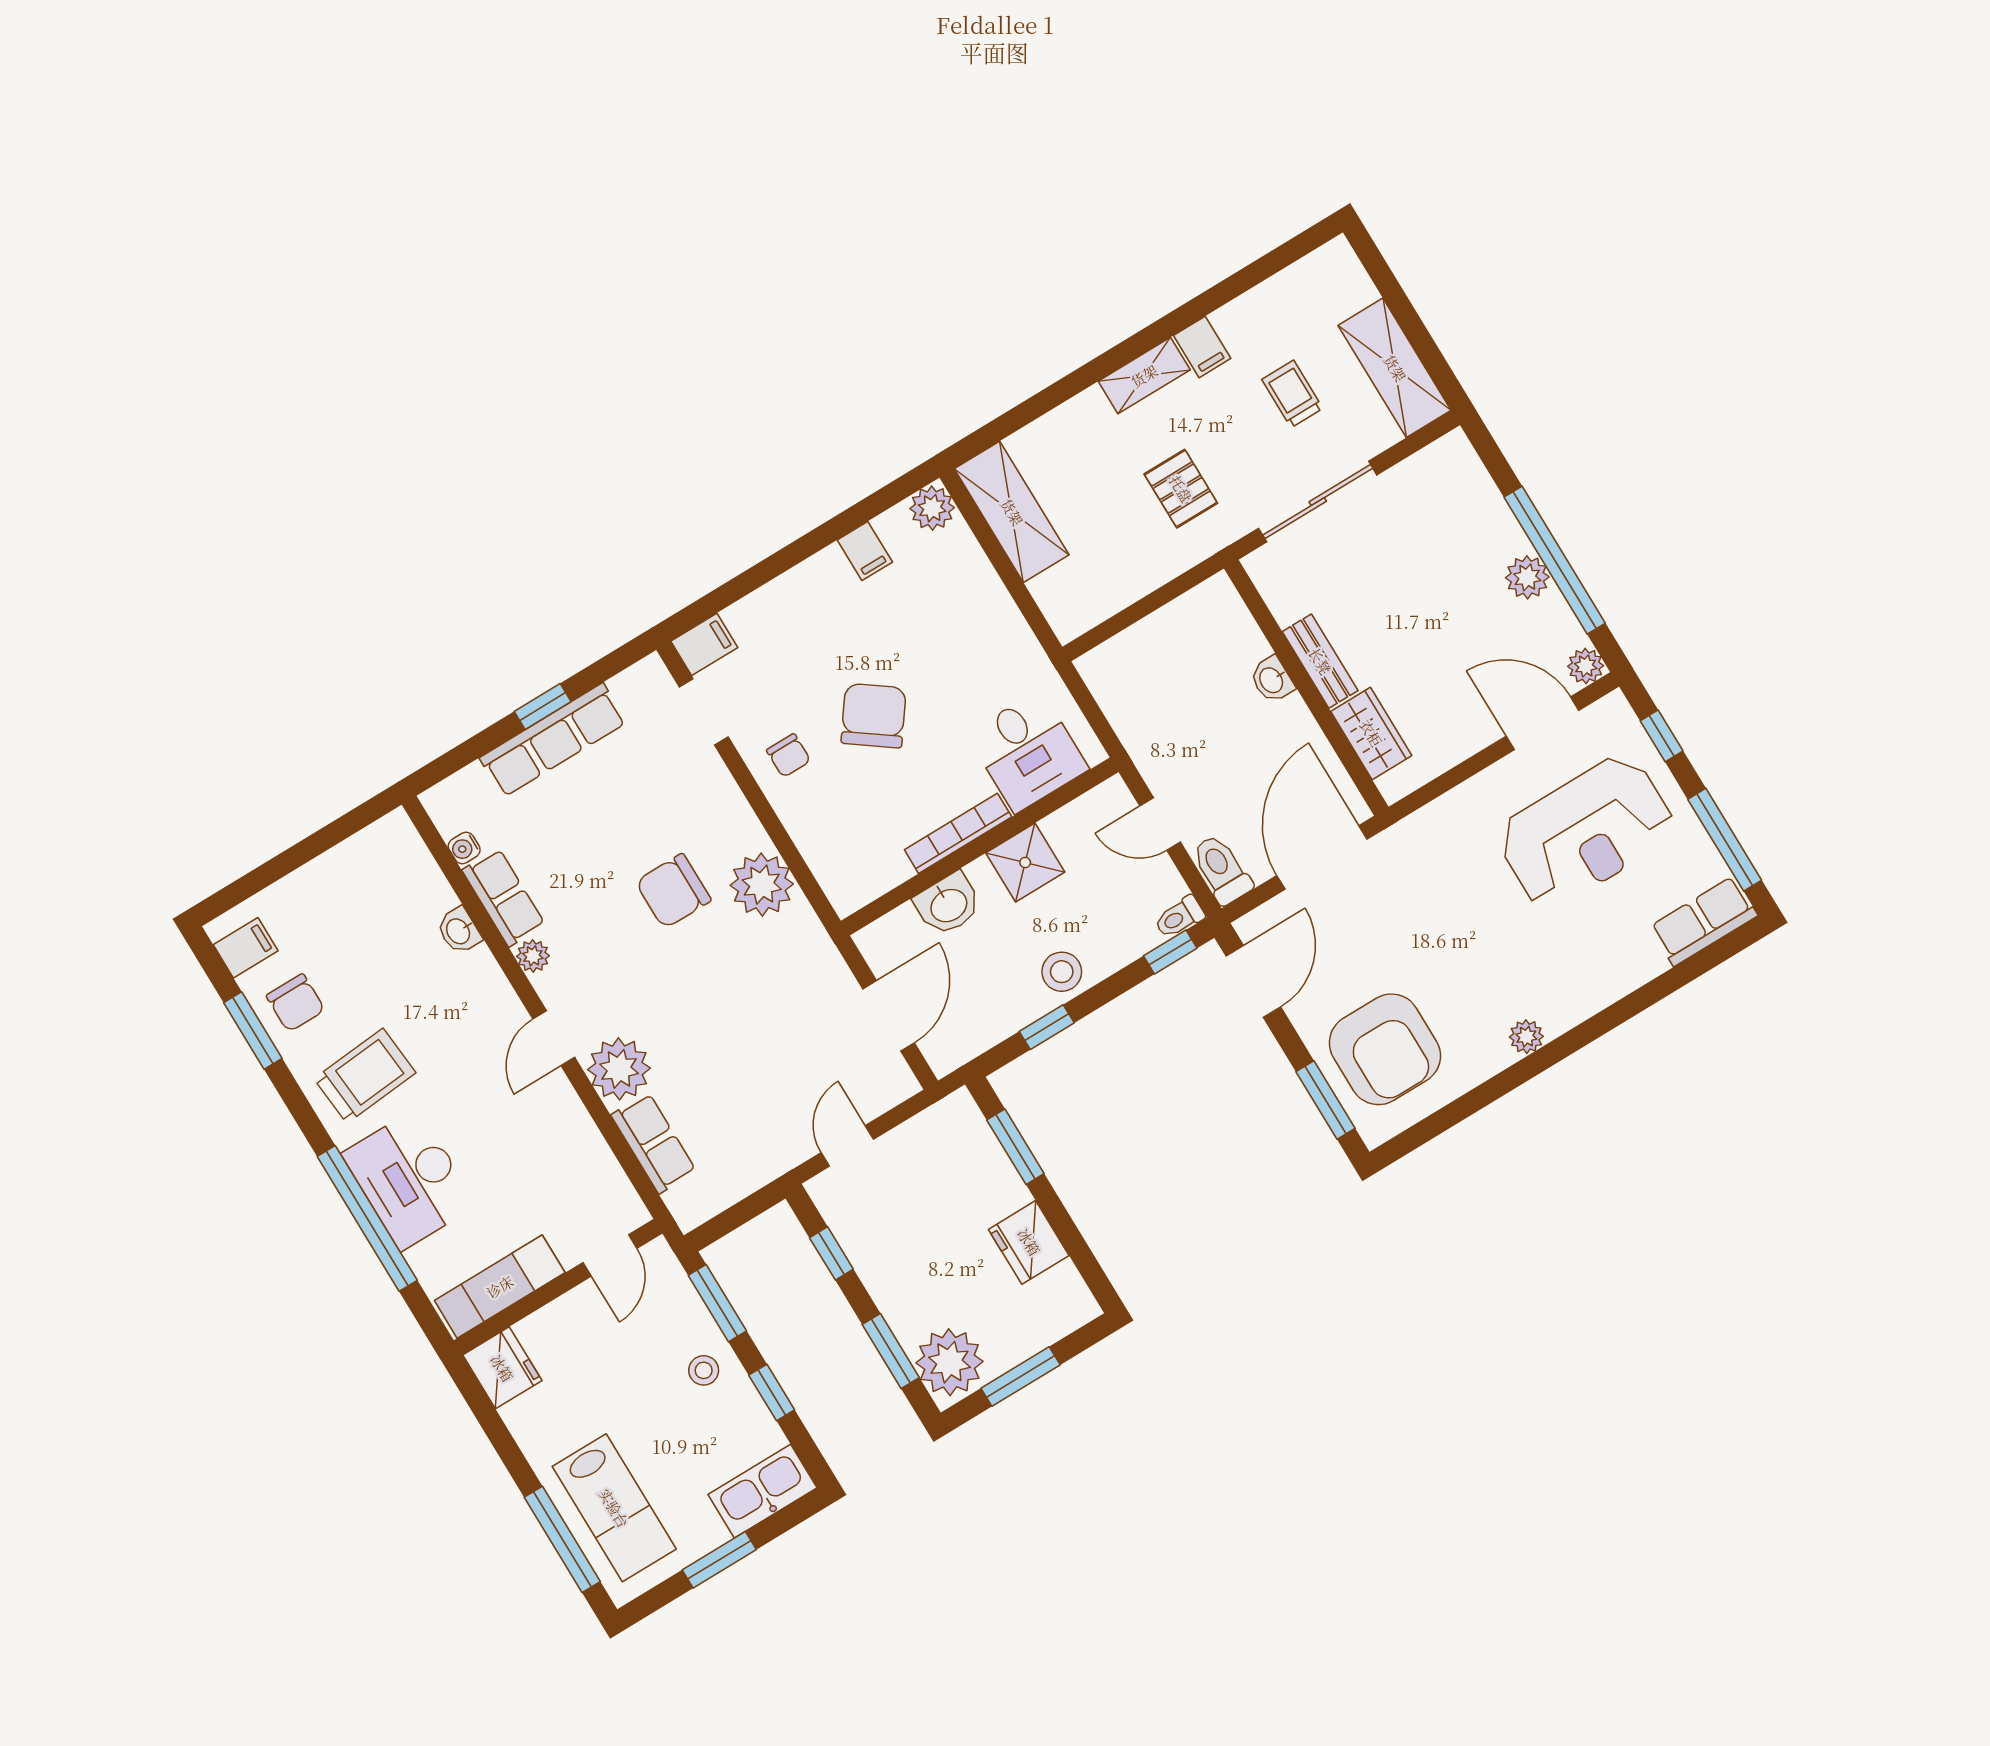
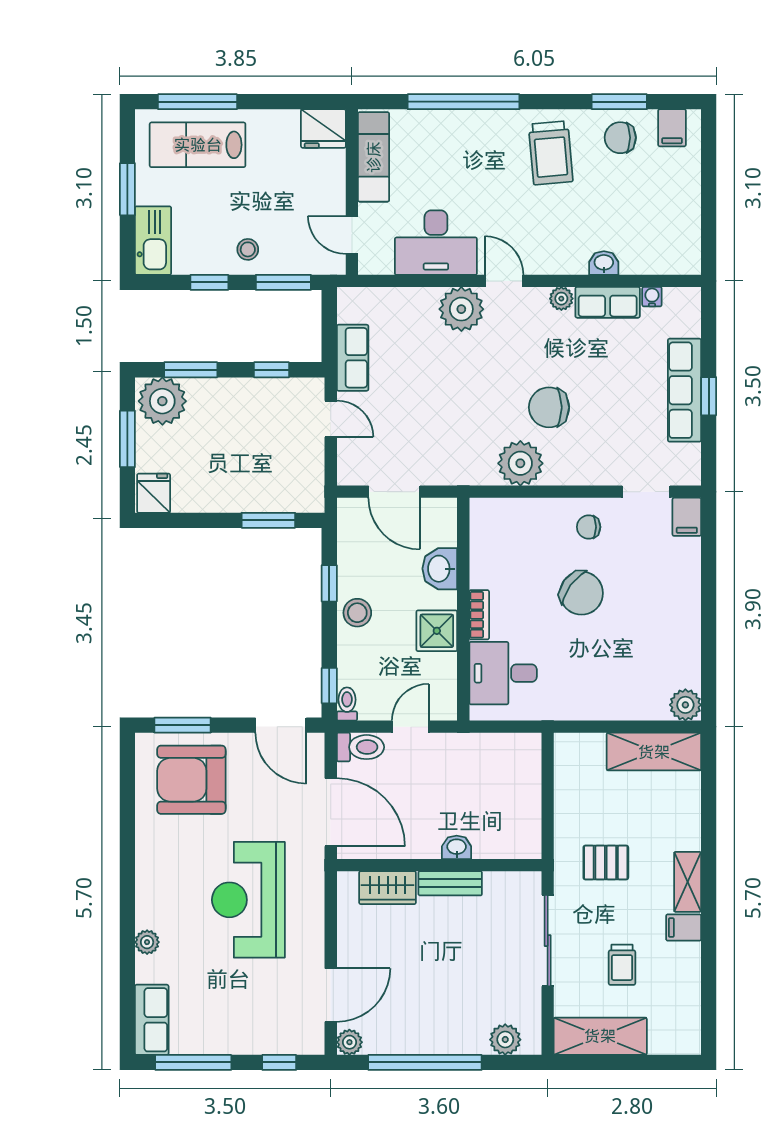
trolley: (1292, 394) -> (622, 965), turned 90
filing cabinet: (865, 551) -> (684, 648), removed
plant: (1527, 577) -> (505, 1040), moved
reception desk: (1586, 832) -> (248, 900), moved
bookcase: (958, 833) -> (479, 615), width x0.64
chair: (673, 891) -> (549, 407), turned -90
plant: (1526, 1037) -> (147, 942), moved
row of seats: (654, 1143) -> (353, 358), moved, turned -90
desk: (409, 1179) -> (436, 243), moved, turned 180
fridge: (1029, 1242) -> (154, 493), moved, width x0.72

